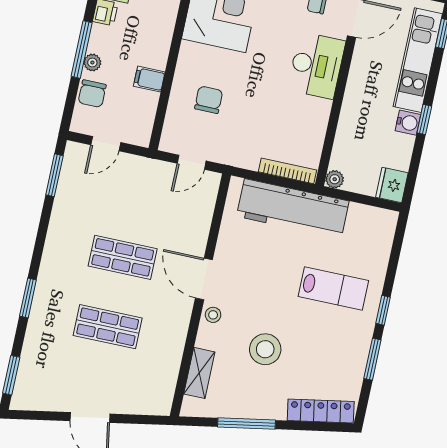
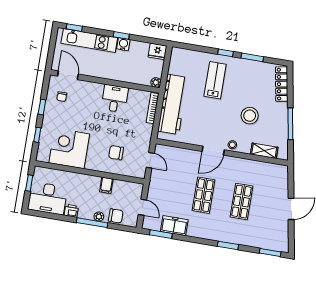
desk: (316, 65) -> (115, 99), moved, width x0.73
freezer: (69, 201) -> (174, 226), added

